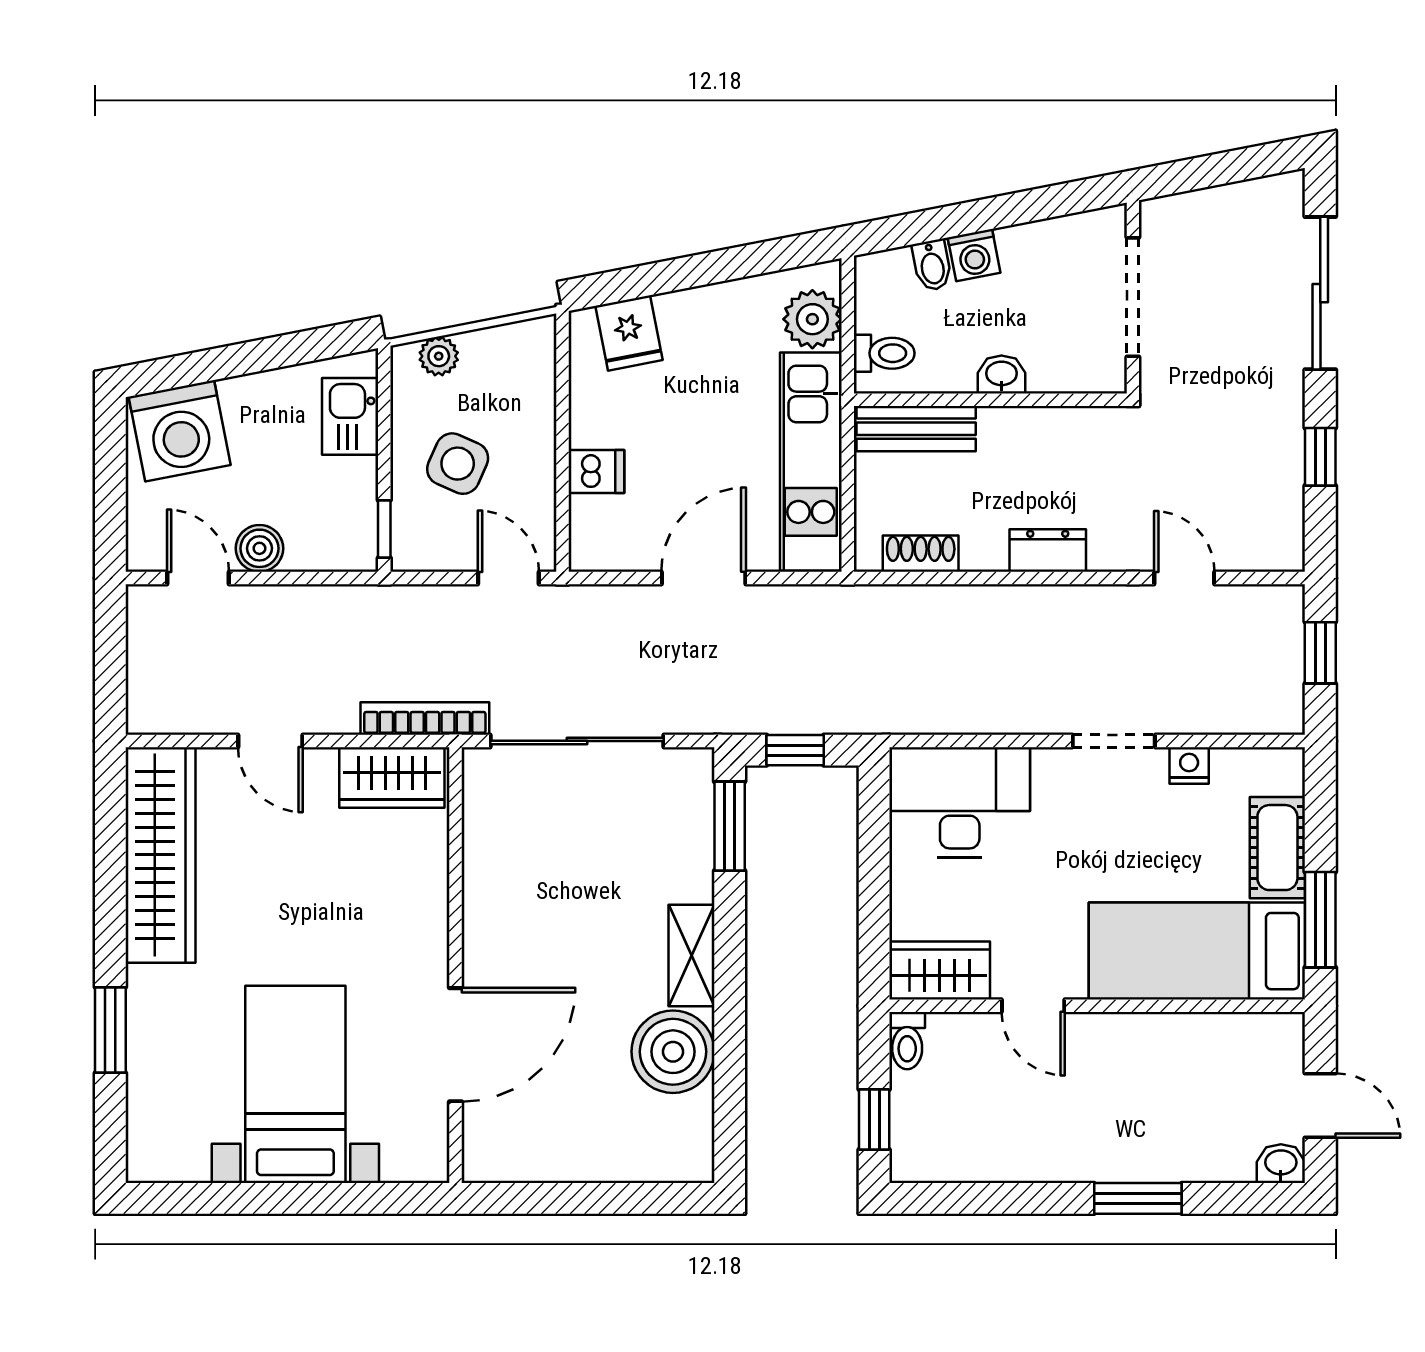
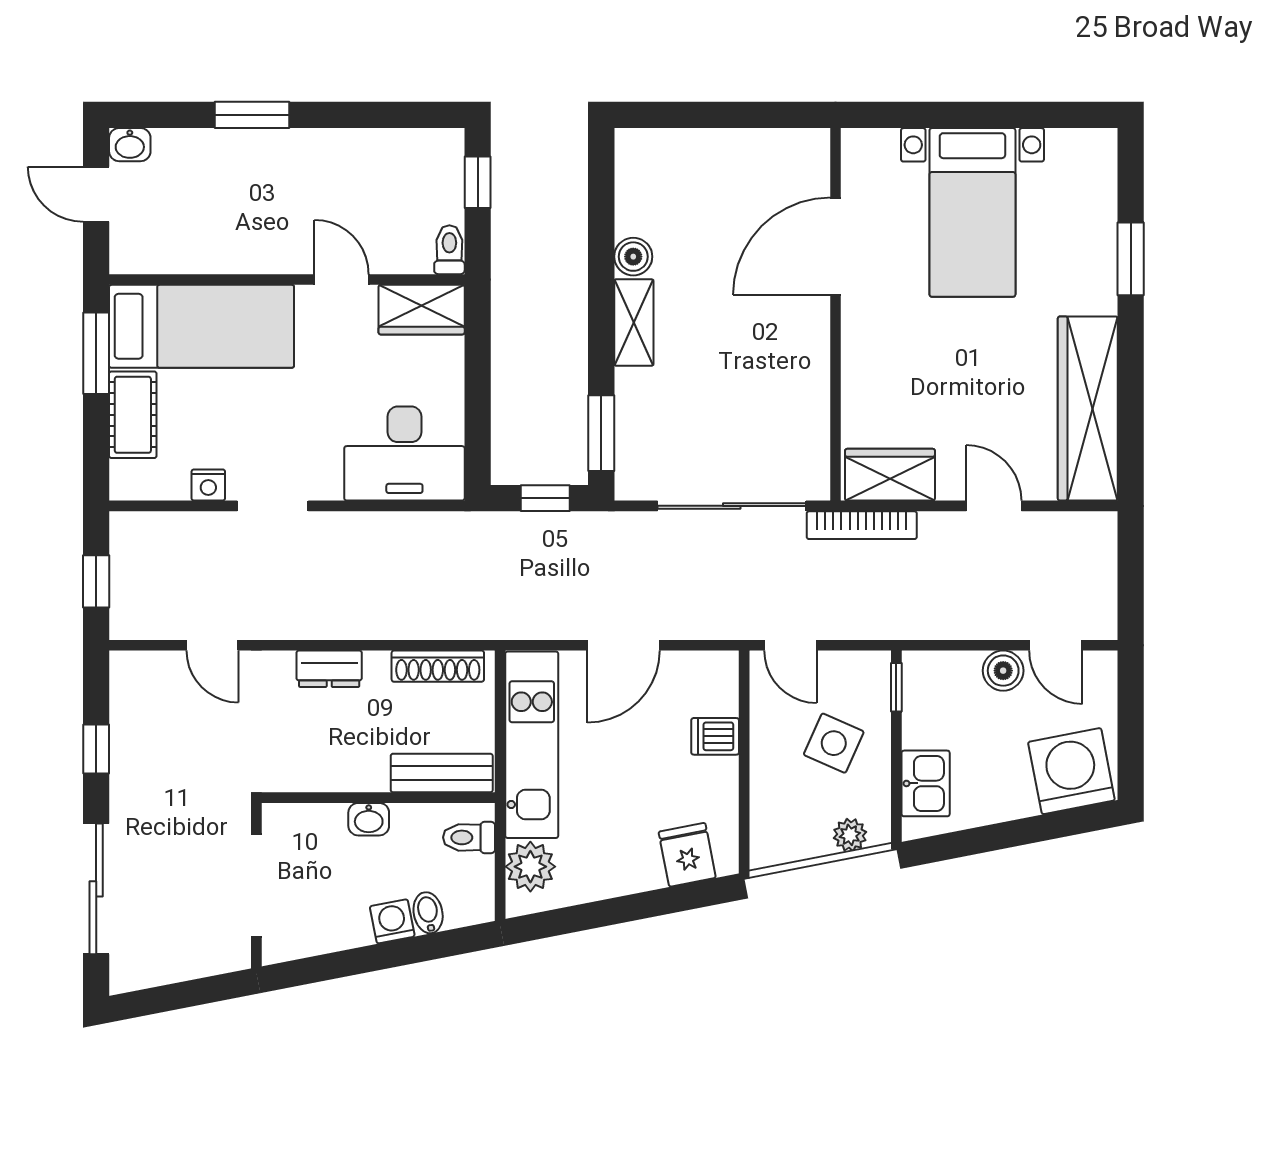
shoe rack: (921, 554) -> (438, 666), width x1.43
boiler: (673, 1052) -> (633, 257), width x0.54, depth x0.54

